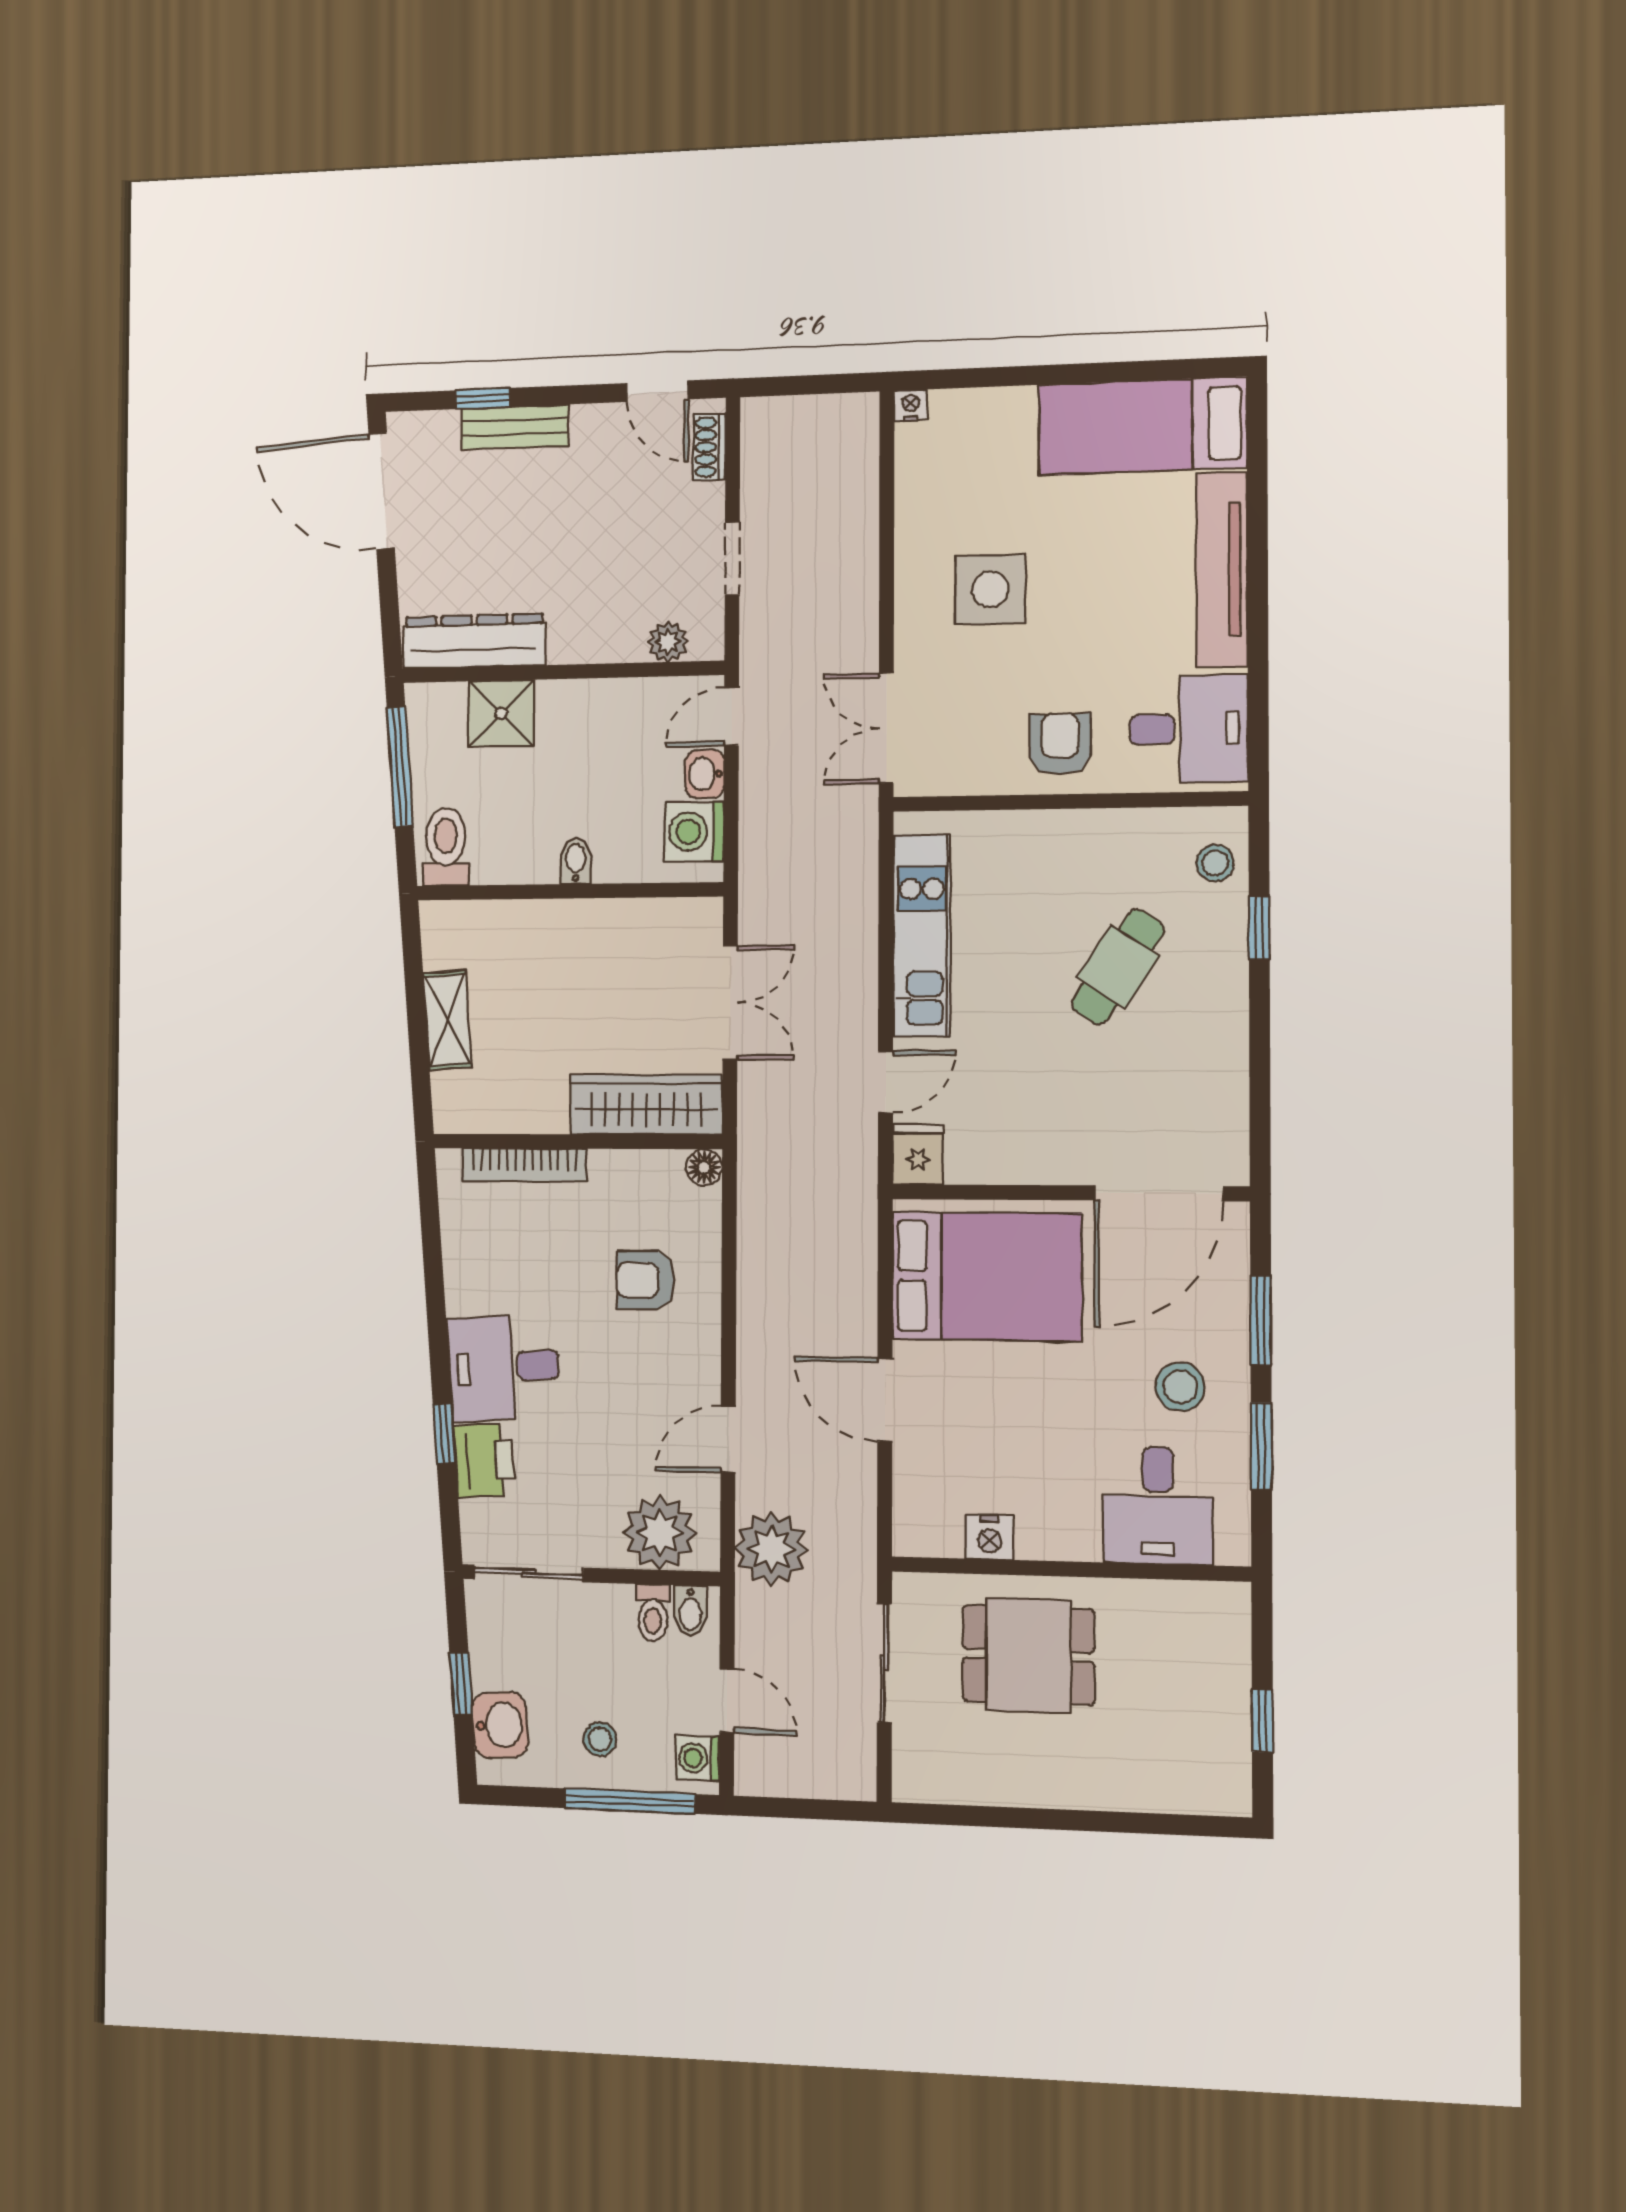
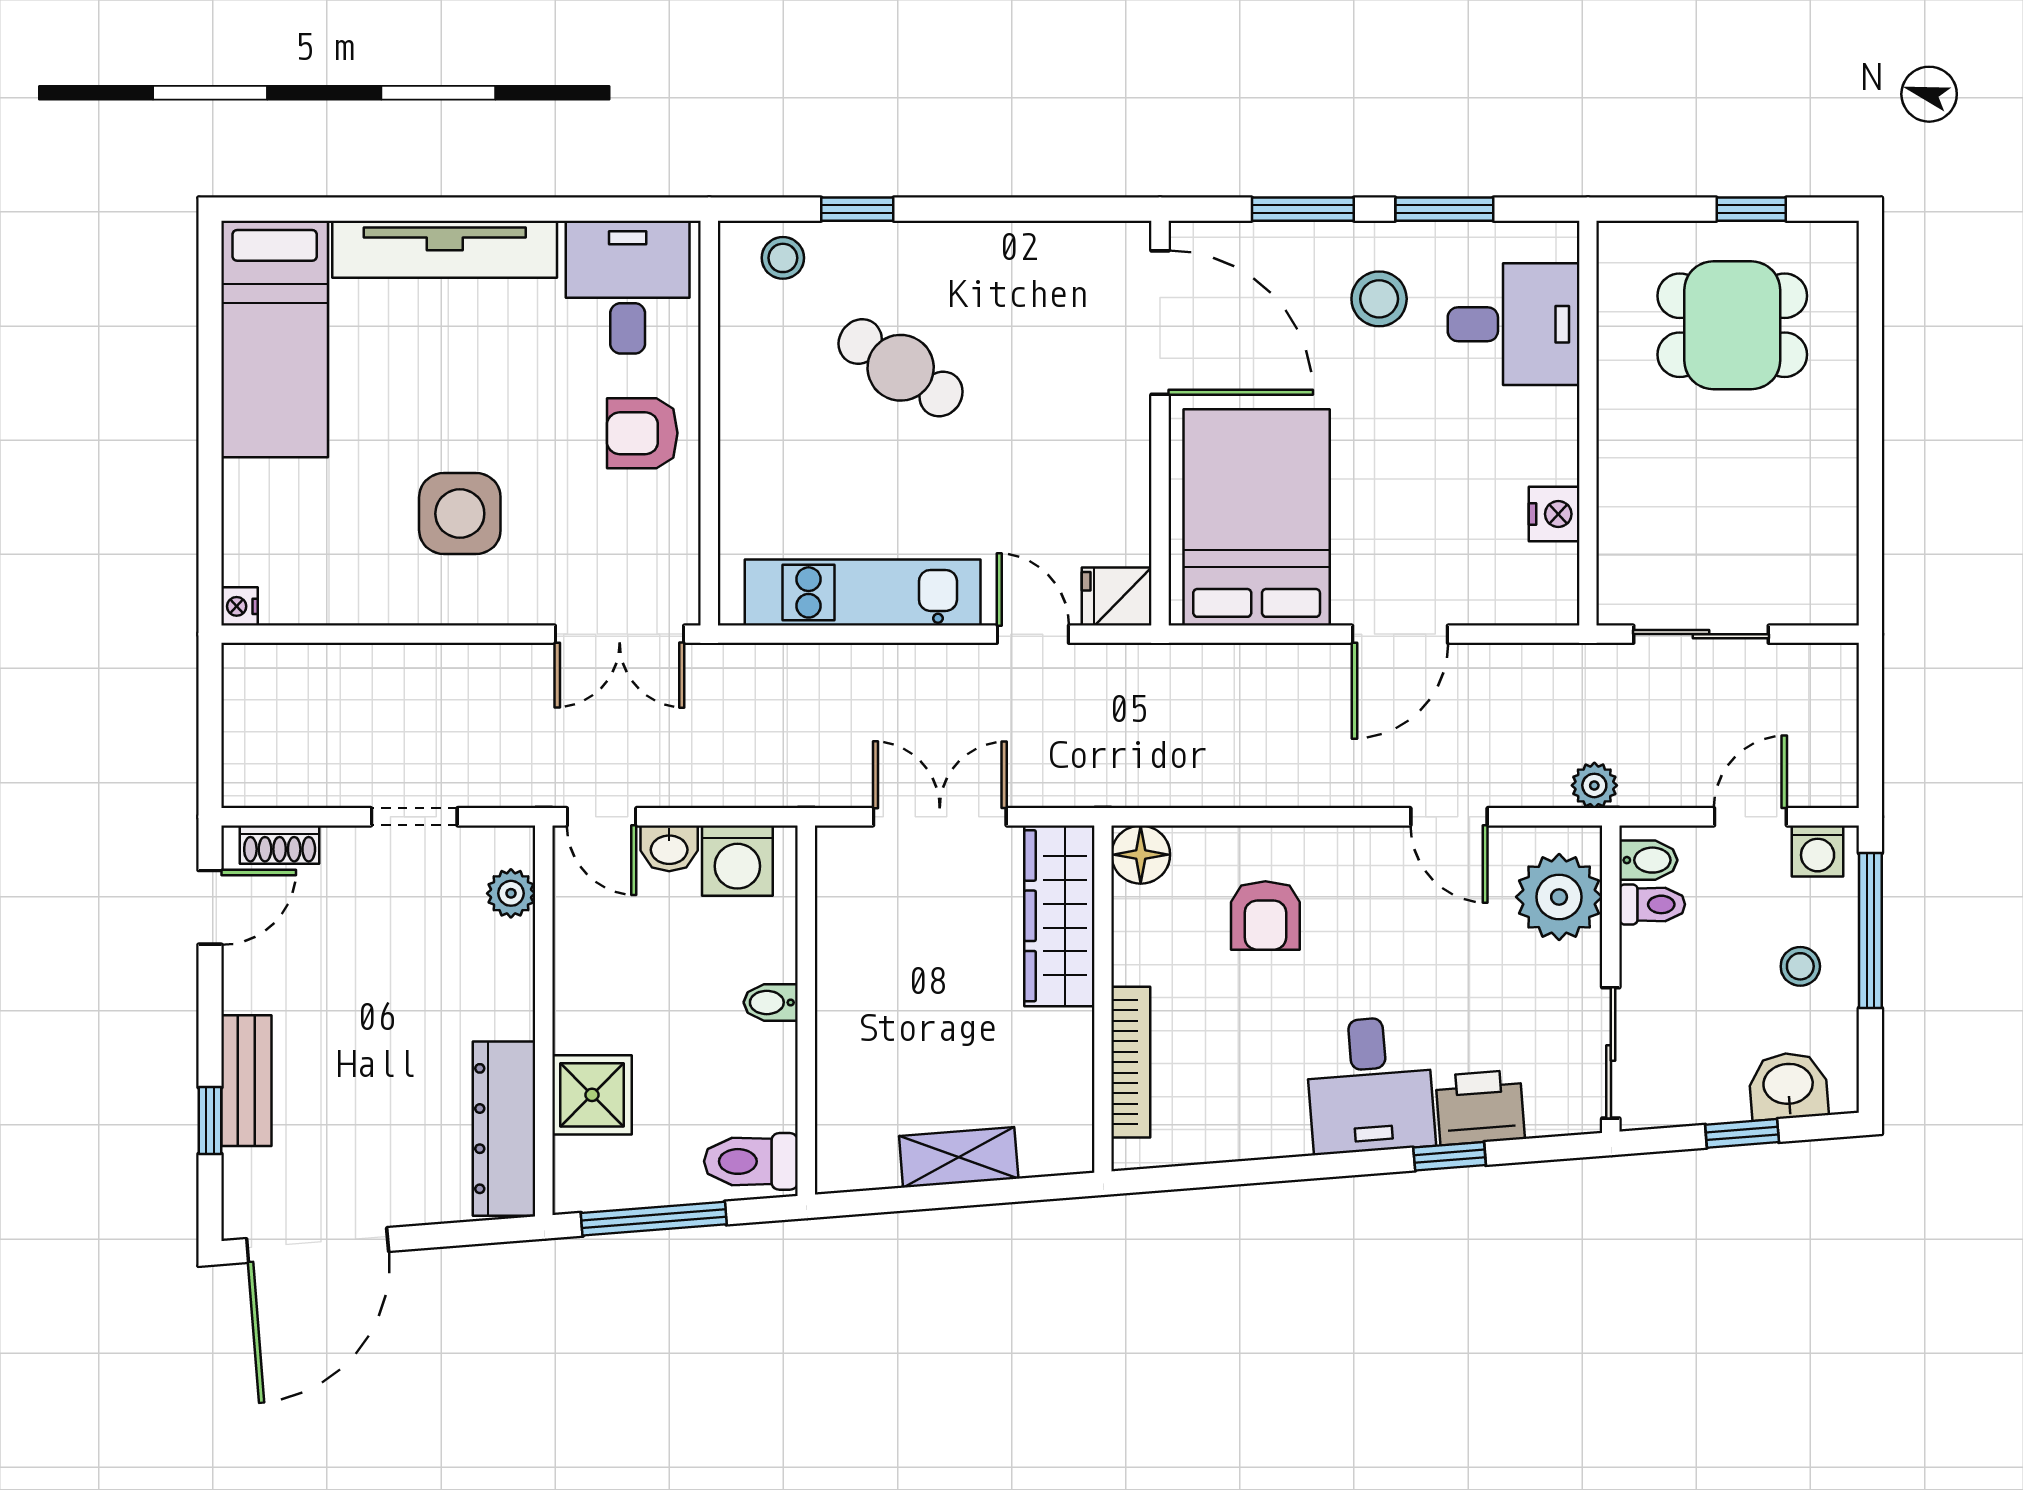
floor lamp: (704, 1167) -> (1141, 855), width x1.37, depth x1.37
plant: (771, 1549) -> (1594, 785), width x0.53, depth x0.53
dining table: (1028, 1655) -> (1732, 325), moved, turned 90

